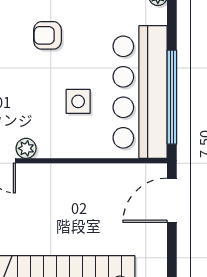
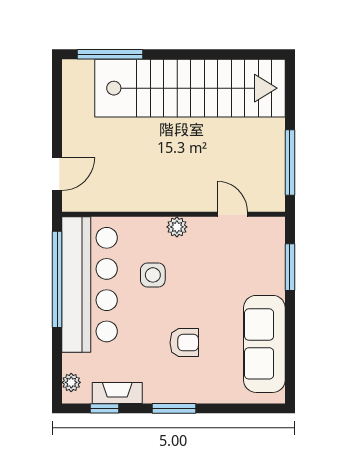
plant: (26, 148) -> (177, 227), moved
door: (172, 200) -> (57, 174), width x0.73

